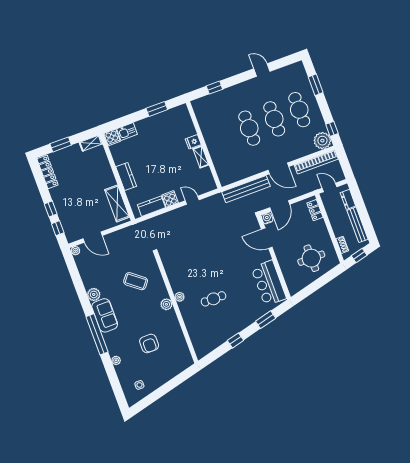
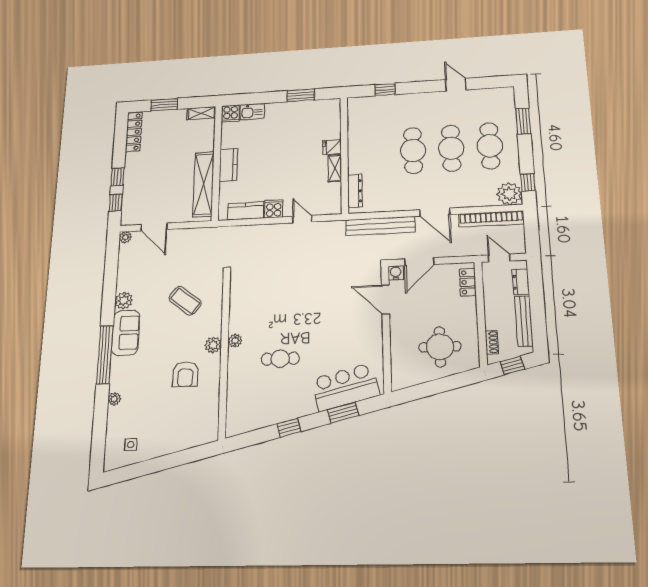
dresser: (220, 169) -> (355, 191), added
shelving: (117, 203) -> (204, 184), width x1.47
bar counter: (269, 283) -> (345, 387), moved, turned 76
armchair: (149, 343) -> (185, 374), moved

